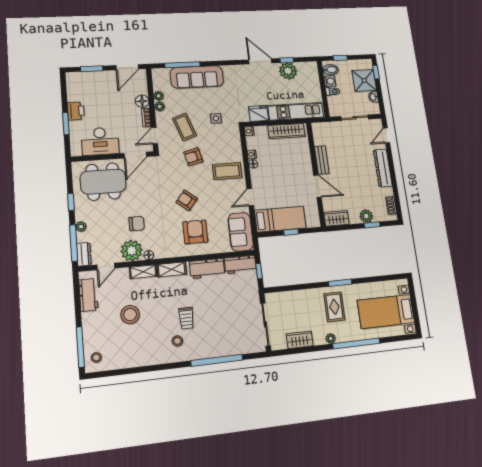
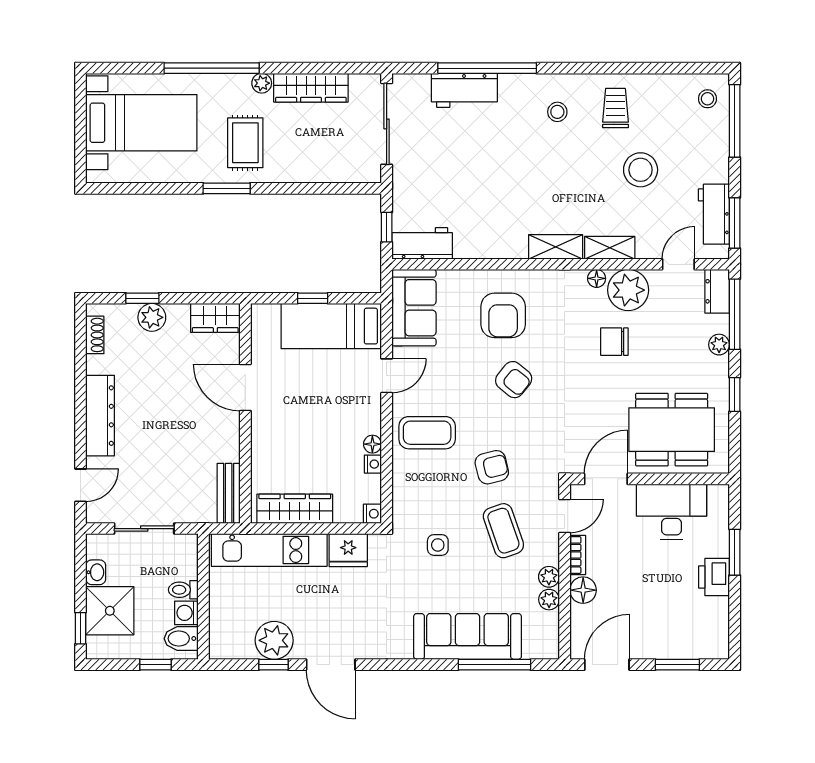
bench: (322, 160) -> (229, 493), moved
workbench: (207, 268) -> (464, 90), moved, turned 180
window: (77, 291) -> (735, 223), added
trolley: (186, 318) -> (615, 108), moved
wardrobe: (300, 340) -> (311, 88), width x1.50

